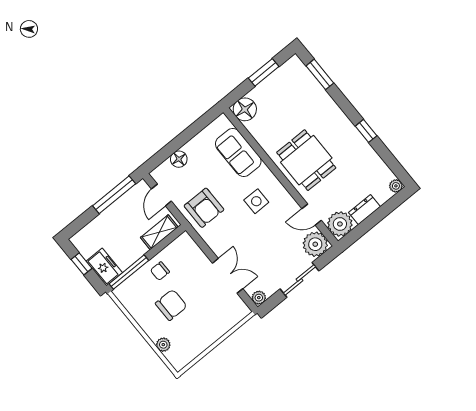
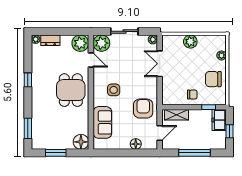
window: (114, 195) -> (195, 153), moved
dresser: (365, 210) -> (50, 40), moved
window: (129, 272) -> (209, 107), width x0.46
chair: (171, 305) -> (213, 79), moved
plant: (213, 331) -> (190, 42), added

